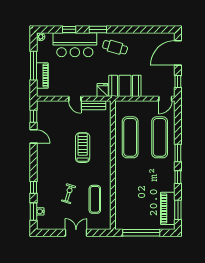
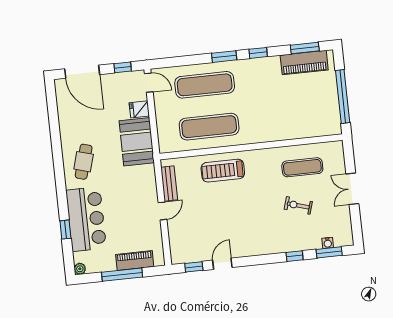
window: (98, 29) -> (61, 189), removed
fridge: (103, 90) -> (139, 109), moved
treadmill: (83, 148) -> (223, 171), moved

